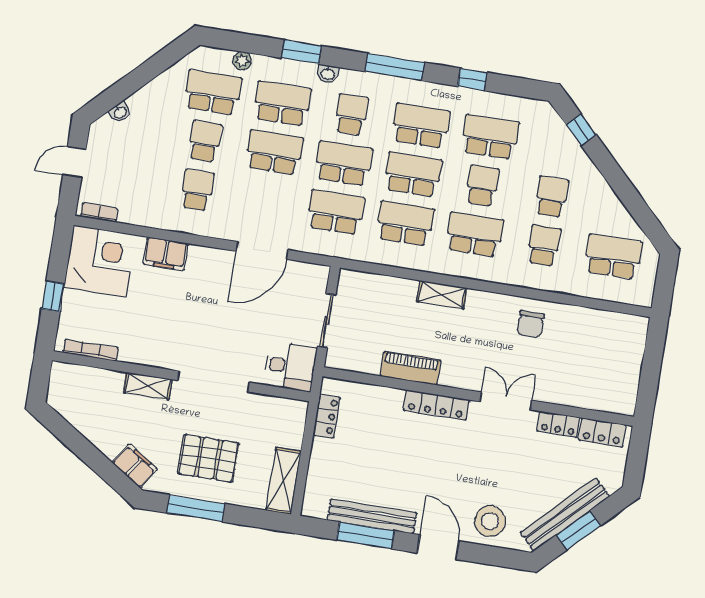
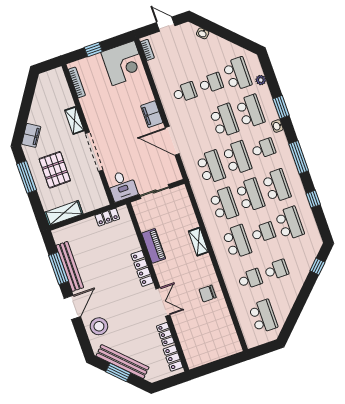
filing cabinet: (166, 254) -> (152, 114), moved

